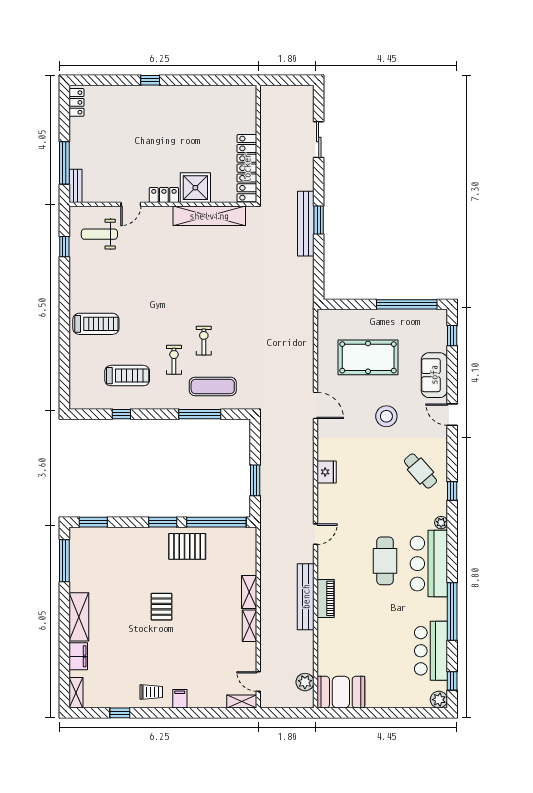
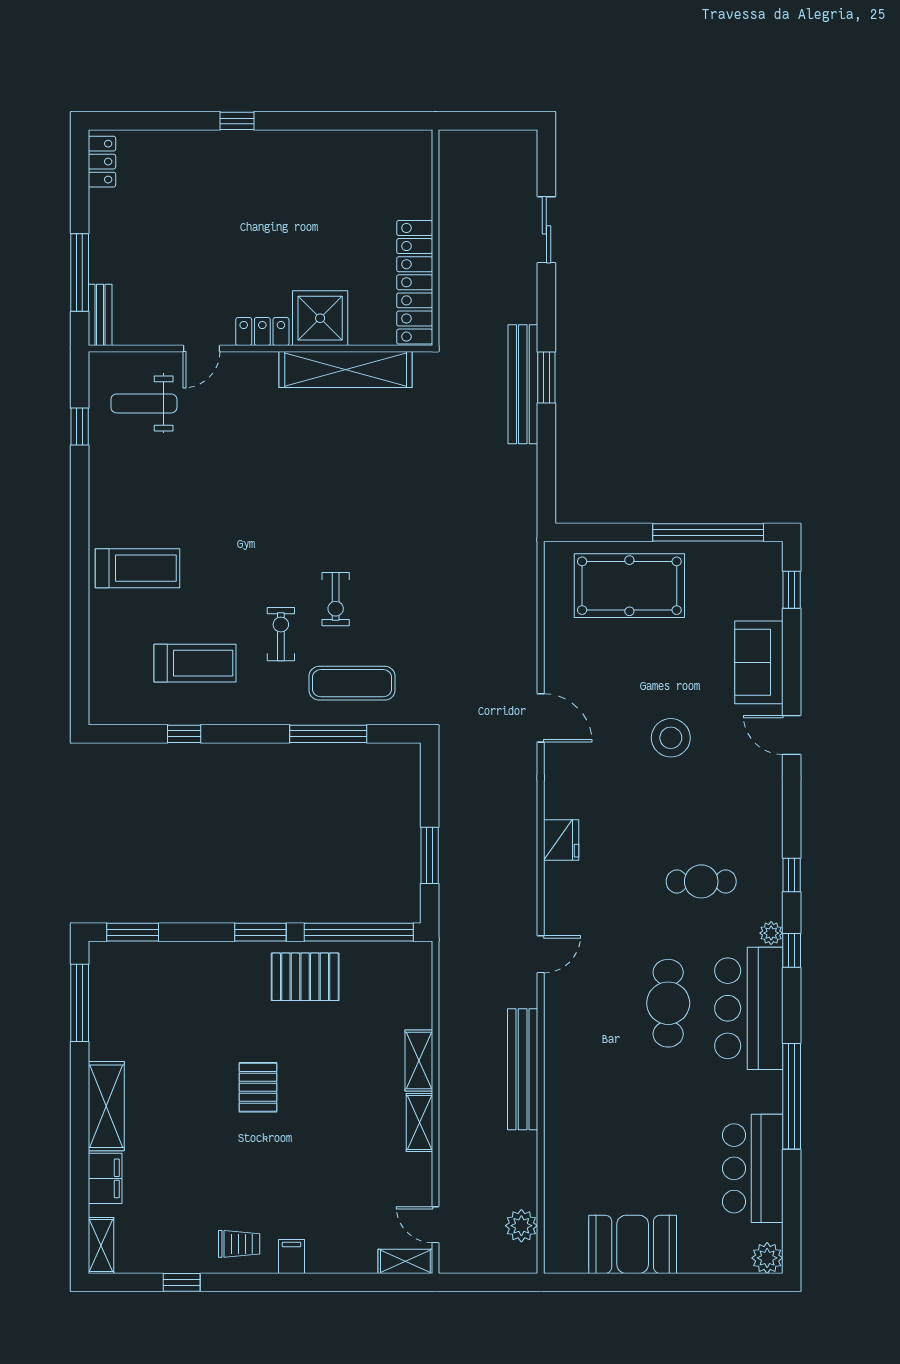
exercise bike: (204, 341) -> (336, 599), turned 180
pool table: (368, 357) -> (629, 586), moved
cafe table: (420, 471) -> (701, 881), moved, turned -49
piano: (326, 598) -> (559, 1072), removed
window: (452, 681) -> (792, 950), moved
booth: (341, 692) -> (633, 1244), moved

